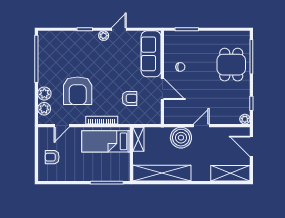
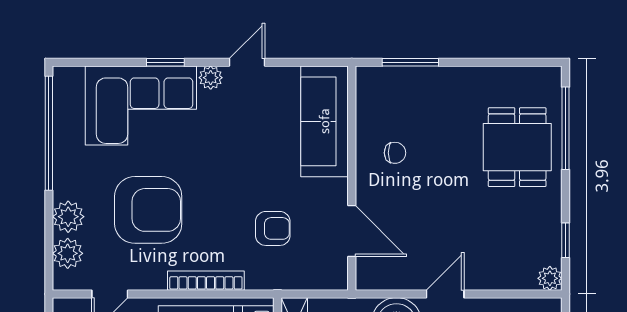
corner sofa: (75, 47) -> (141, 106), added
door: (162, 89) -> (352, 231), moved
armchair: (78, 91) -> (148, 210), turned -90

